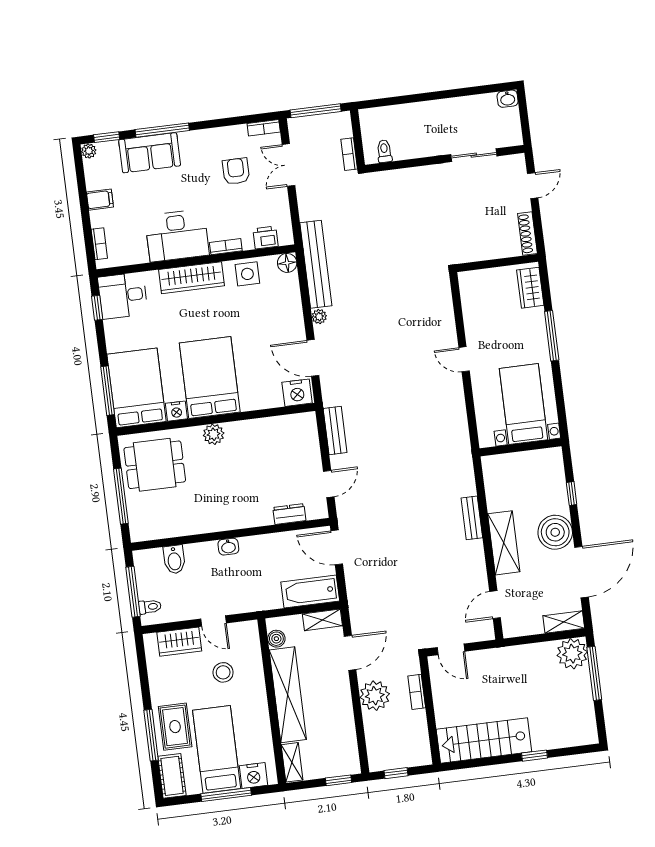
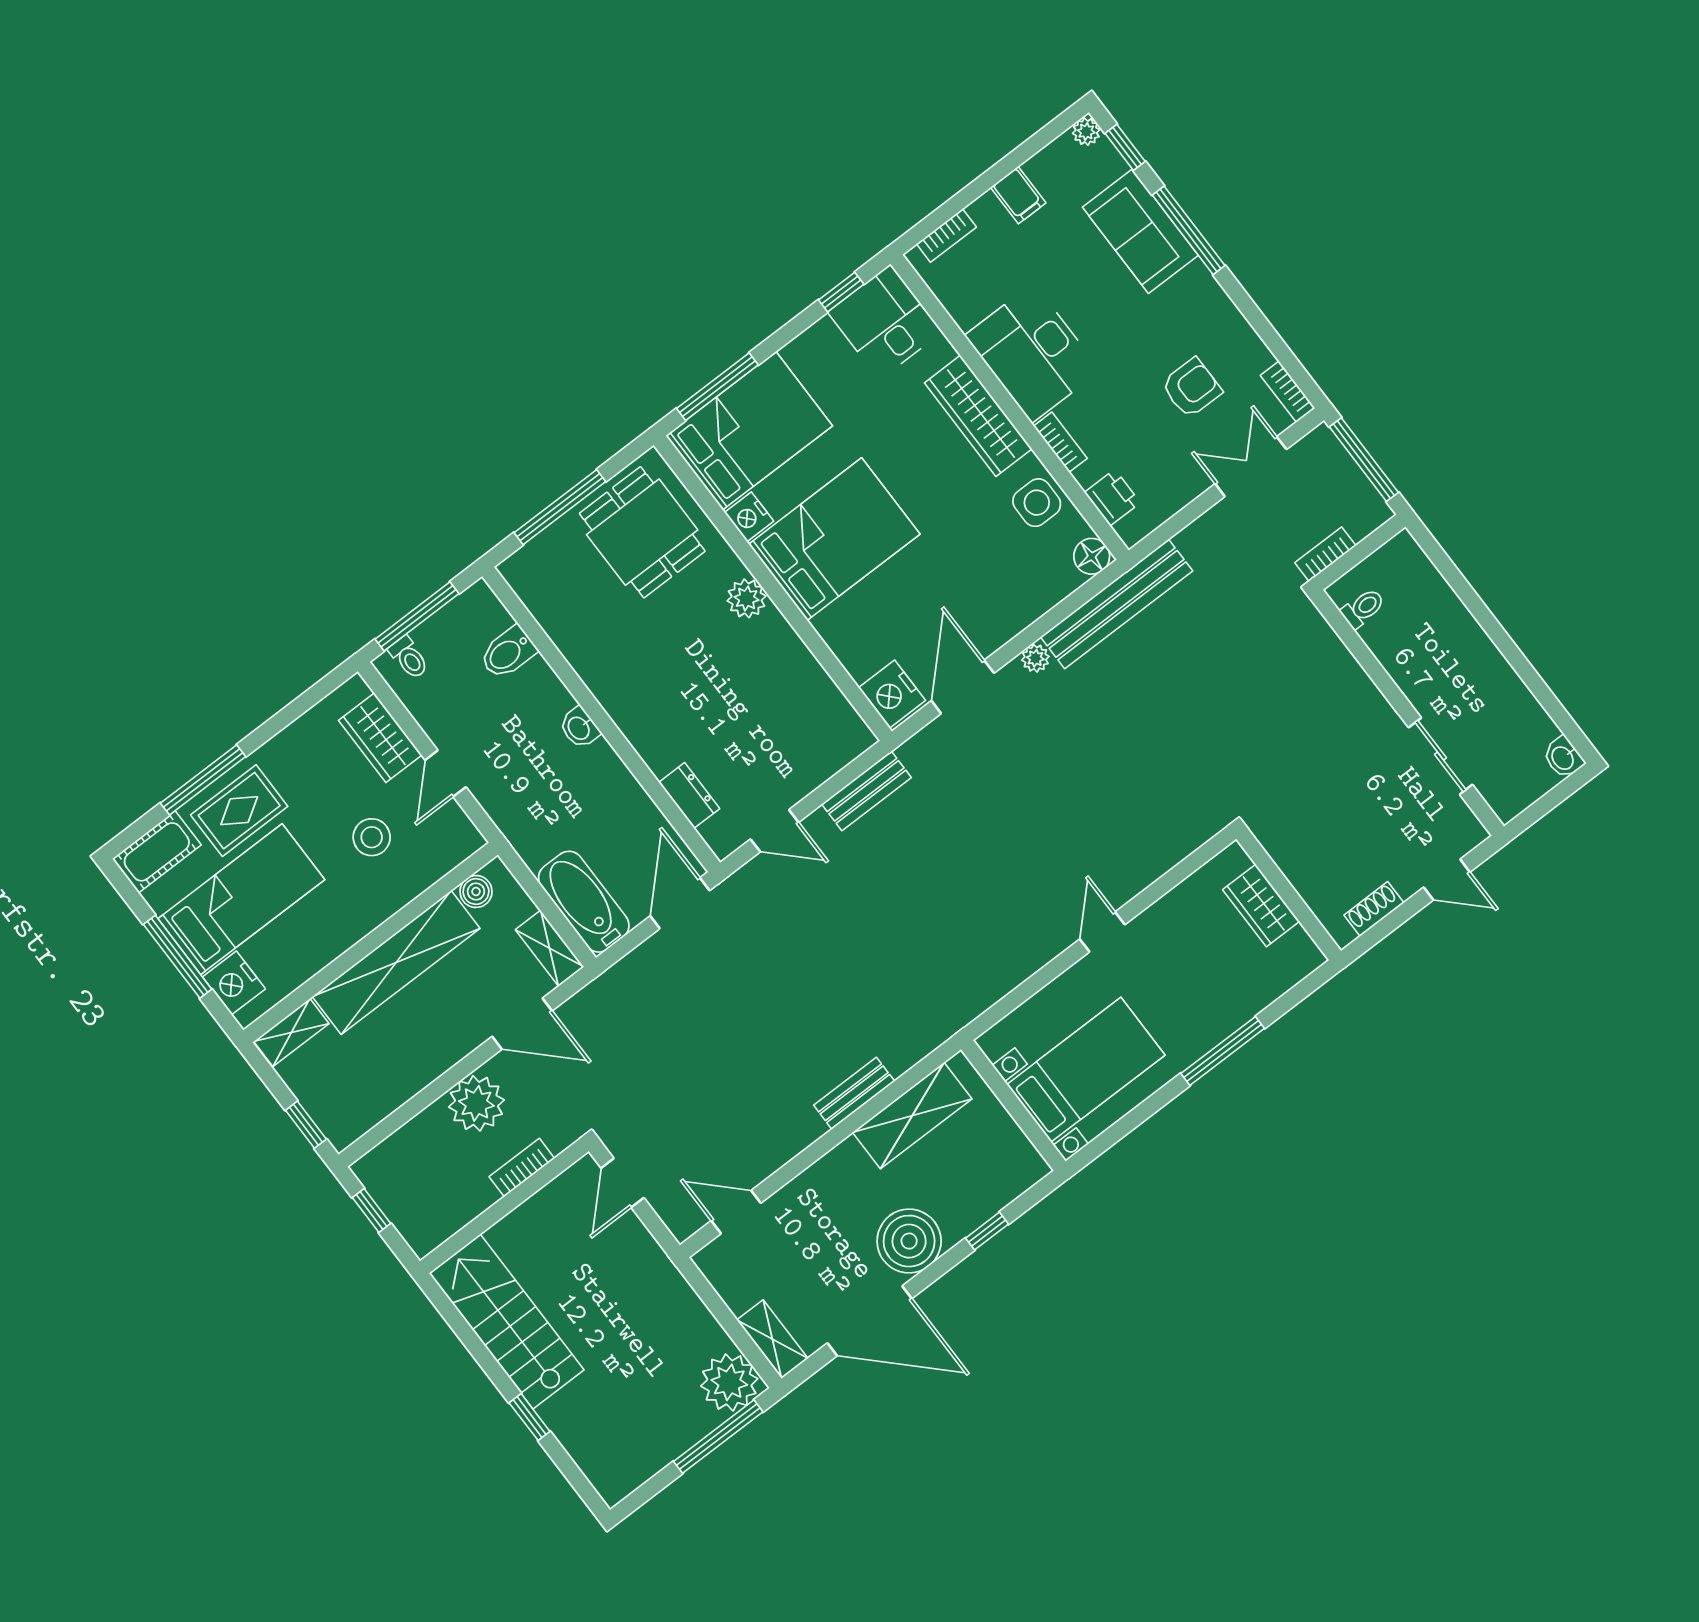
shoe rack: (527, 234) -> (1374, 909), width x0.70
wardrobe: (530, 288) -> (1261, 906), moved, turned -90
shelving: (504, 543) -> (912, 1116), moved

